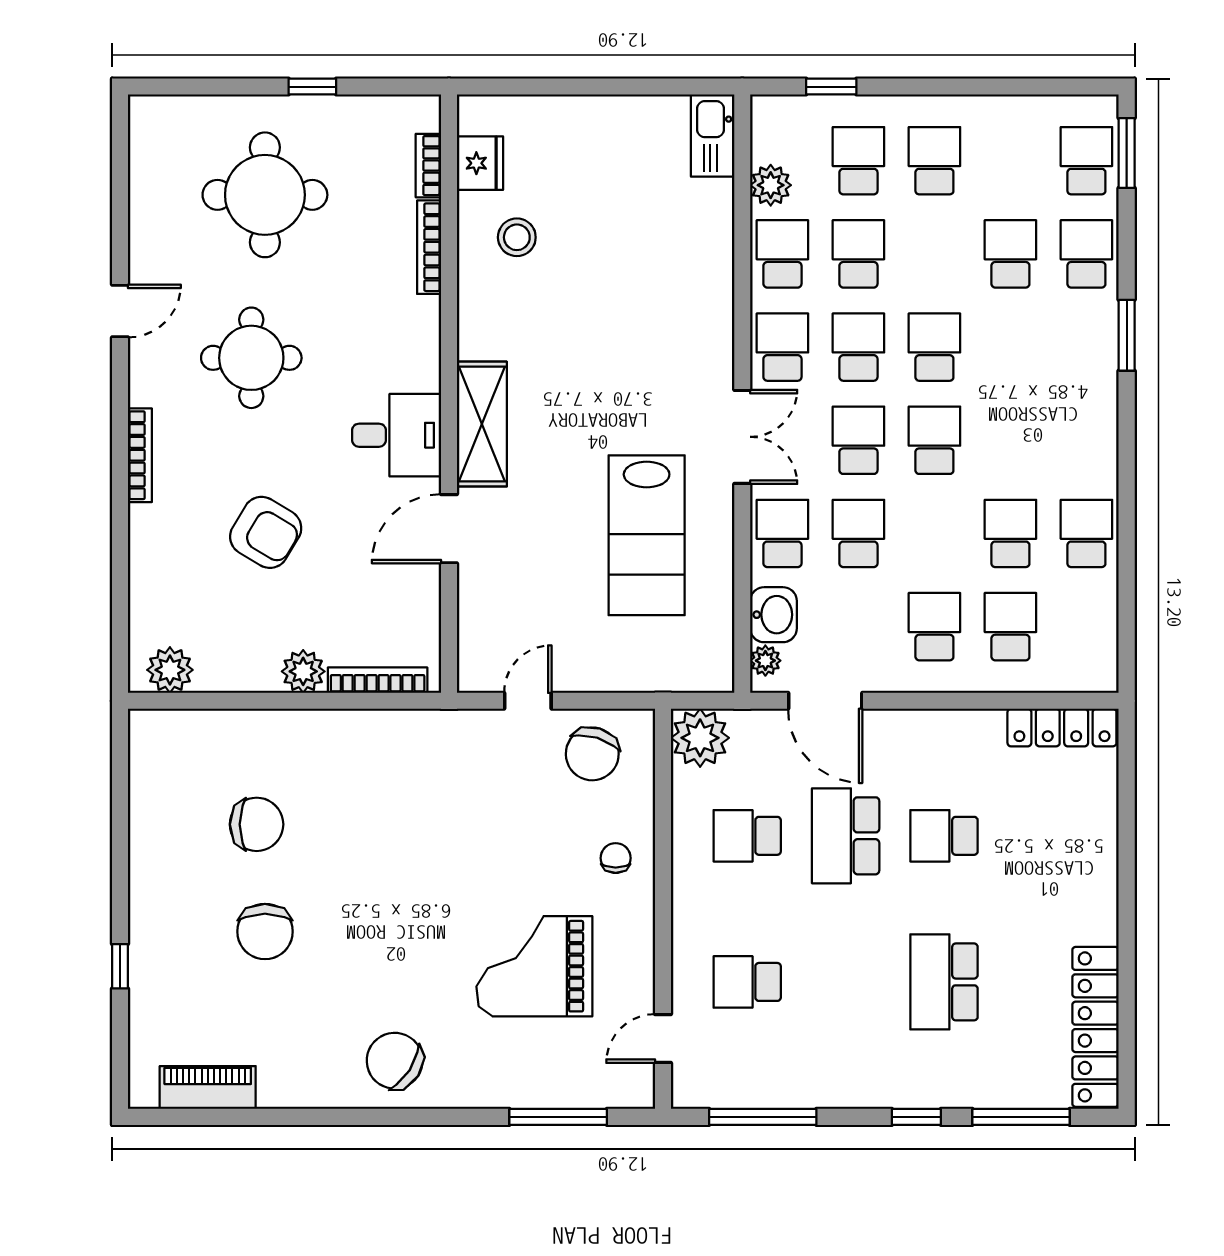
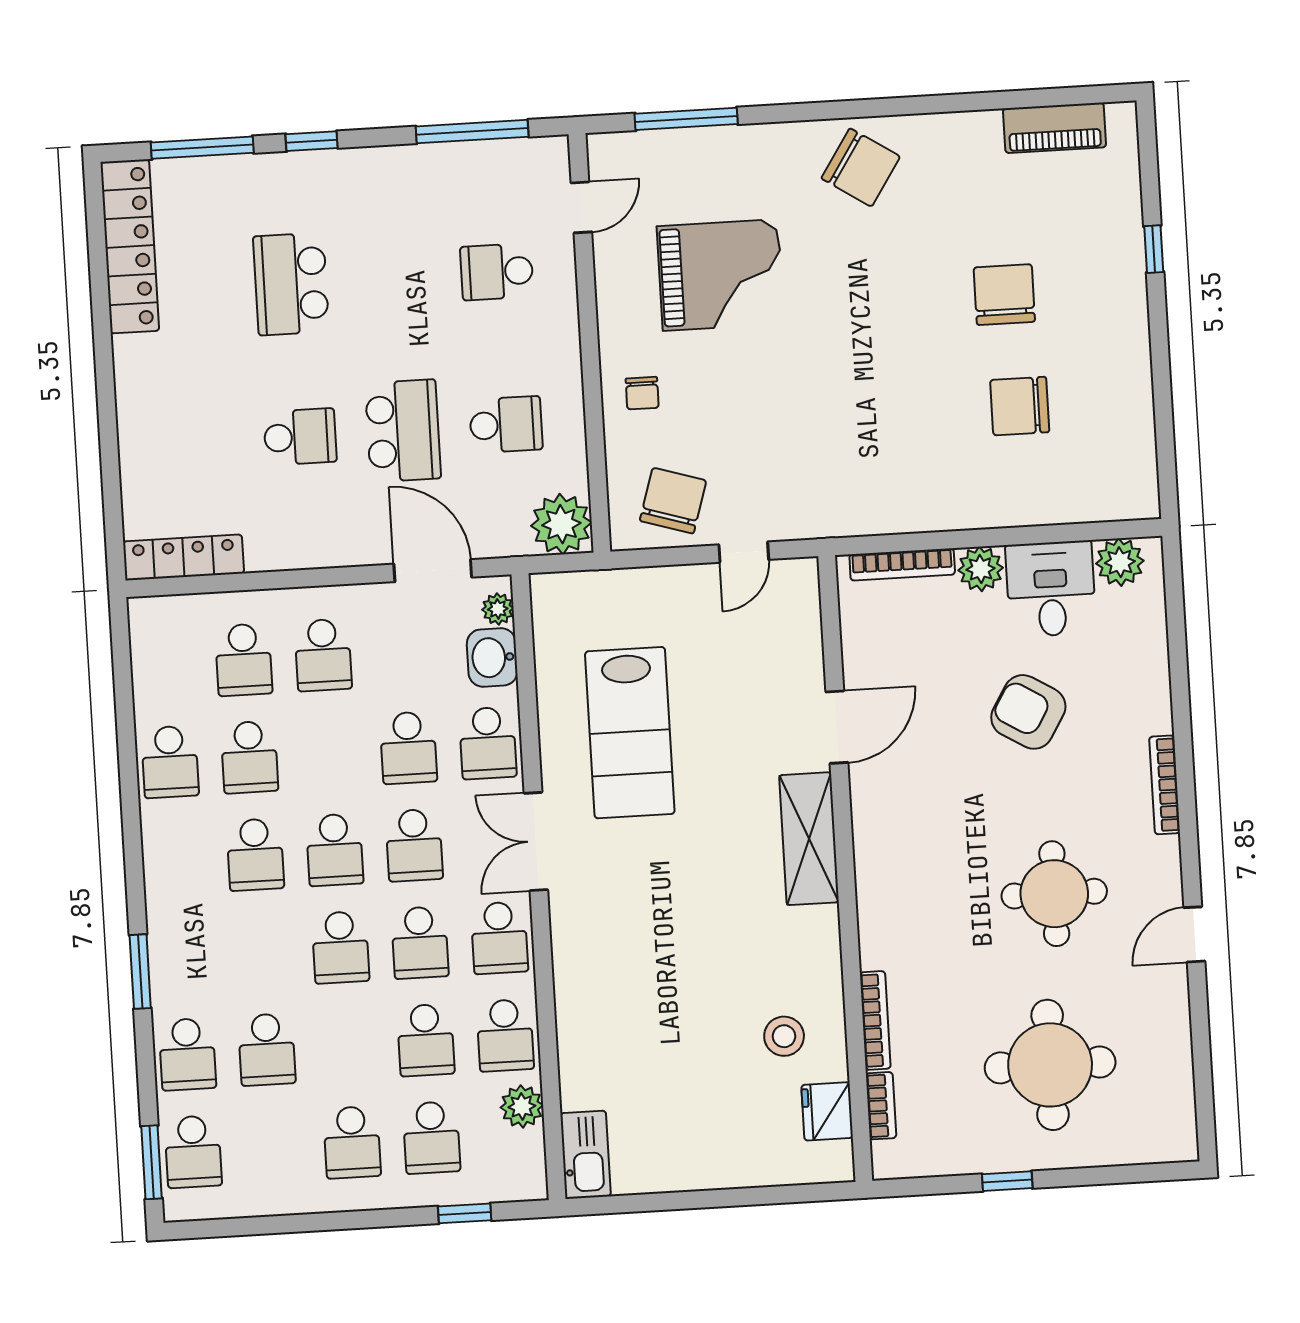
desk: (397, 435) -> (1051, 589), moved, turned 90
school desk: (1010, 440) -> (255, 855), added
lab bench: (647, 535) -> (630, 733), turned 180
school desk: (747, 982) -> (497, 272), turned 180
school desk: (944, 982) -> (291, 284), turned 180

